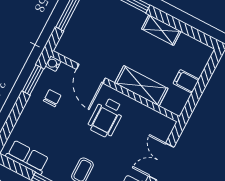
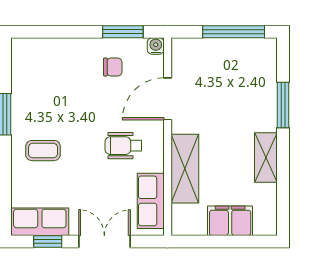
filing cabinet: (186, 81) -> (230, 221), width x2.00
wheelchair: (106, 117) -> (123, 146), width x0.73, depth x0.73
row of seats: (27, 157) -> (151, 201), moved, turned 180

